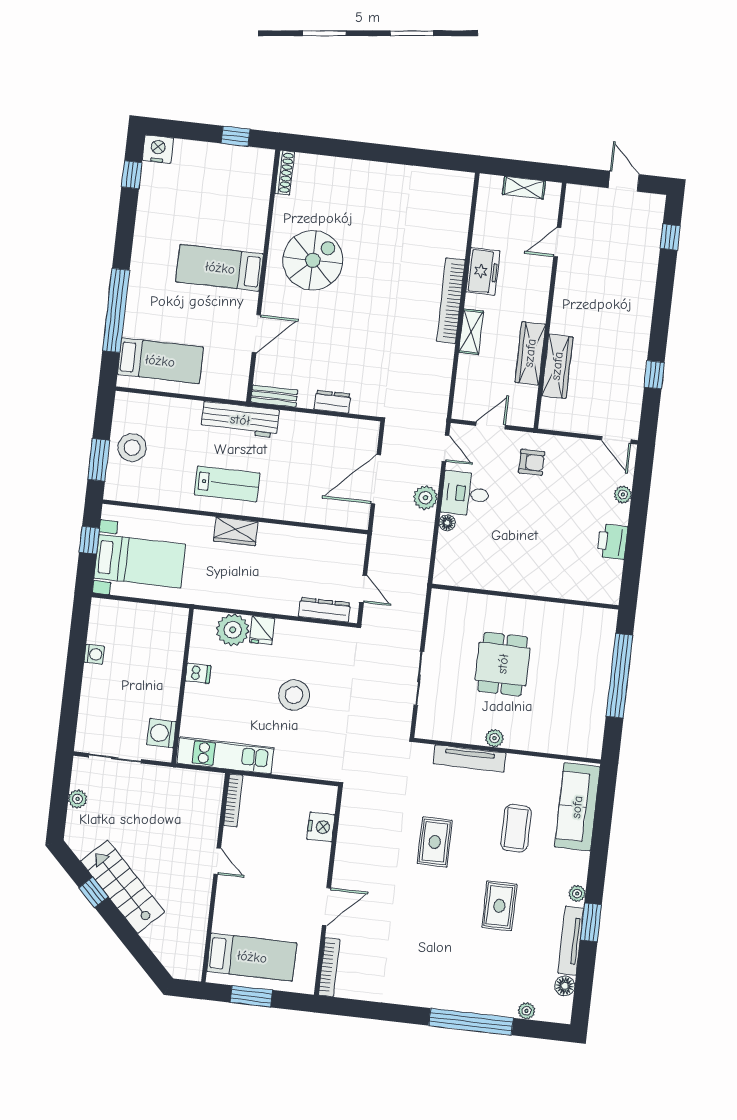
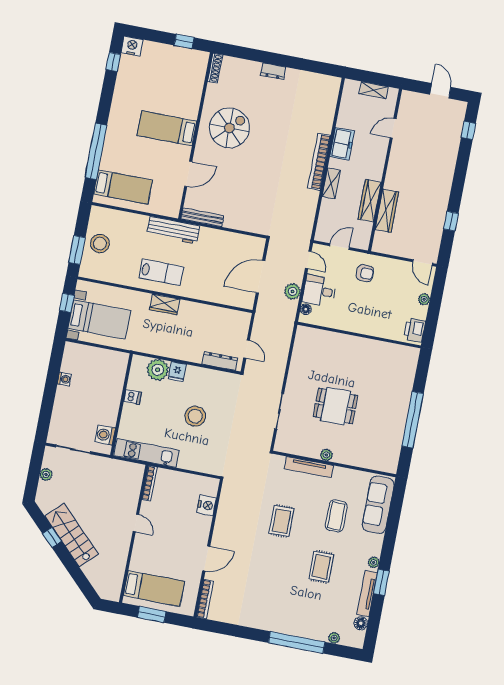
bench: (274, 396) -> (202, 217), width x1.36
dresser: (332, 402) -> (273, 71), moved, turned 180
wall: (525, 597) -> (359, 335), moved
dining table: (503, 664) -> (336, 406), turned 90

